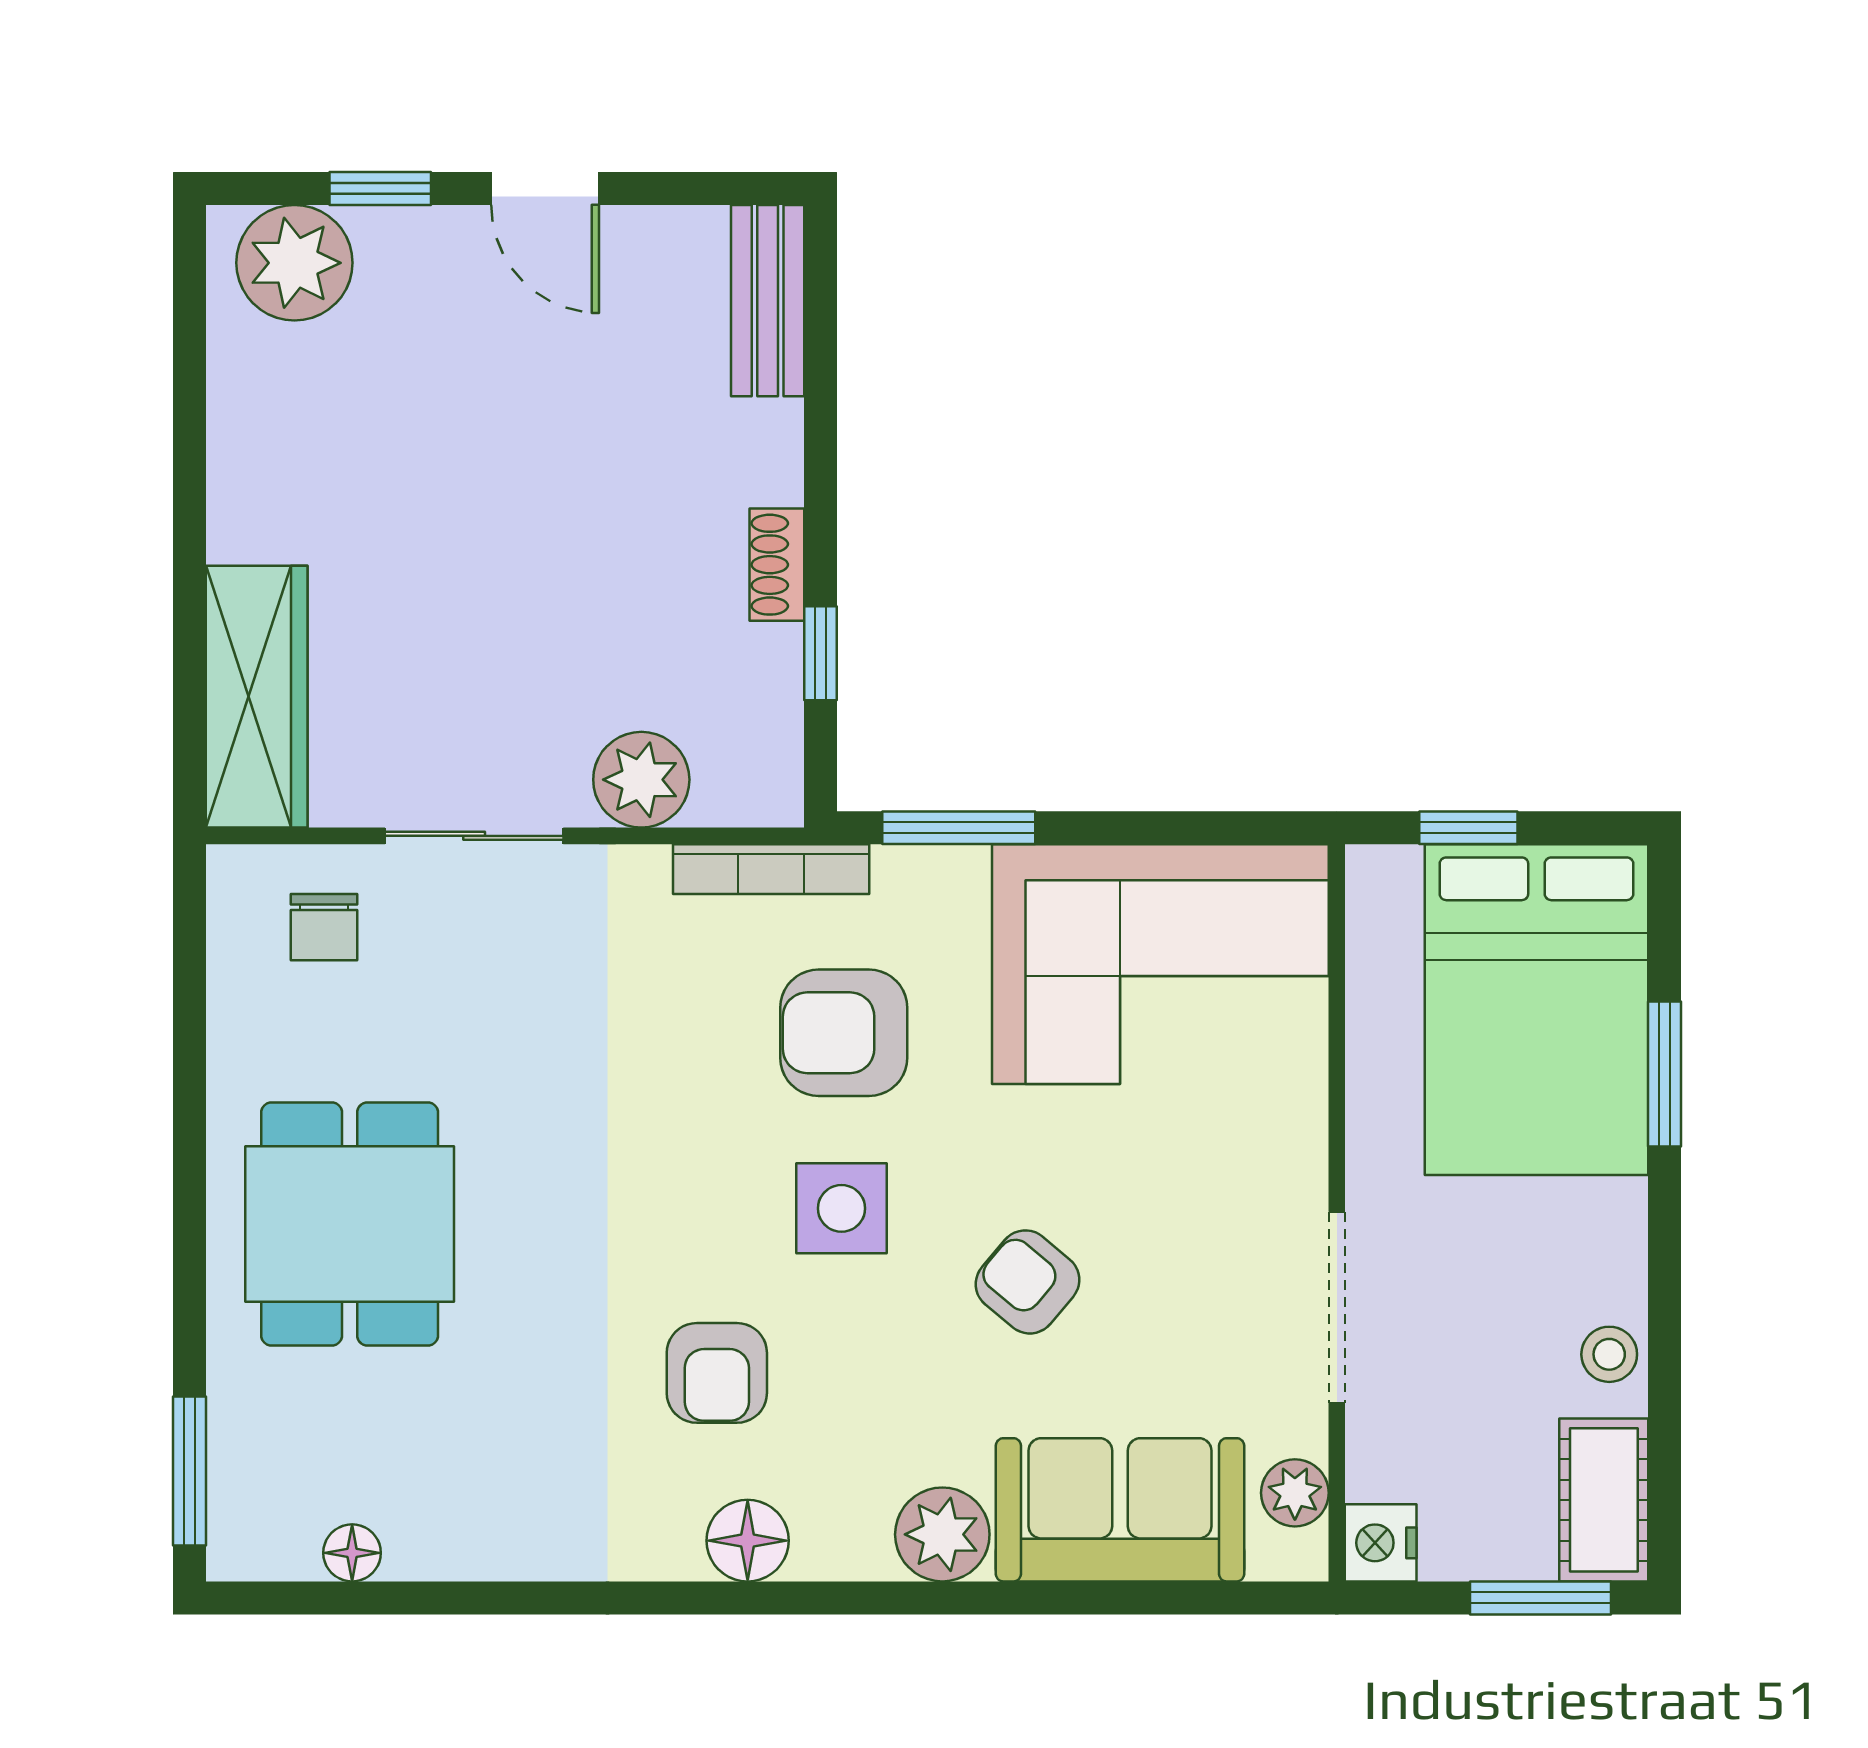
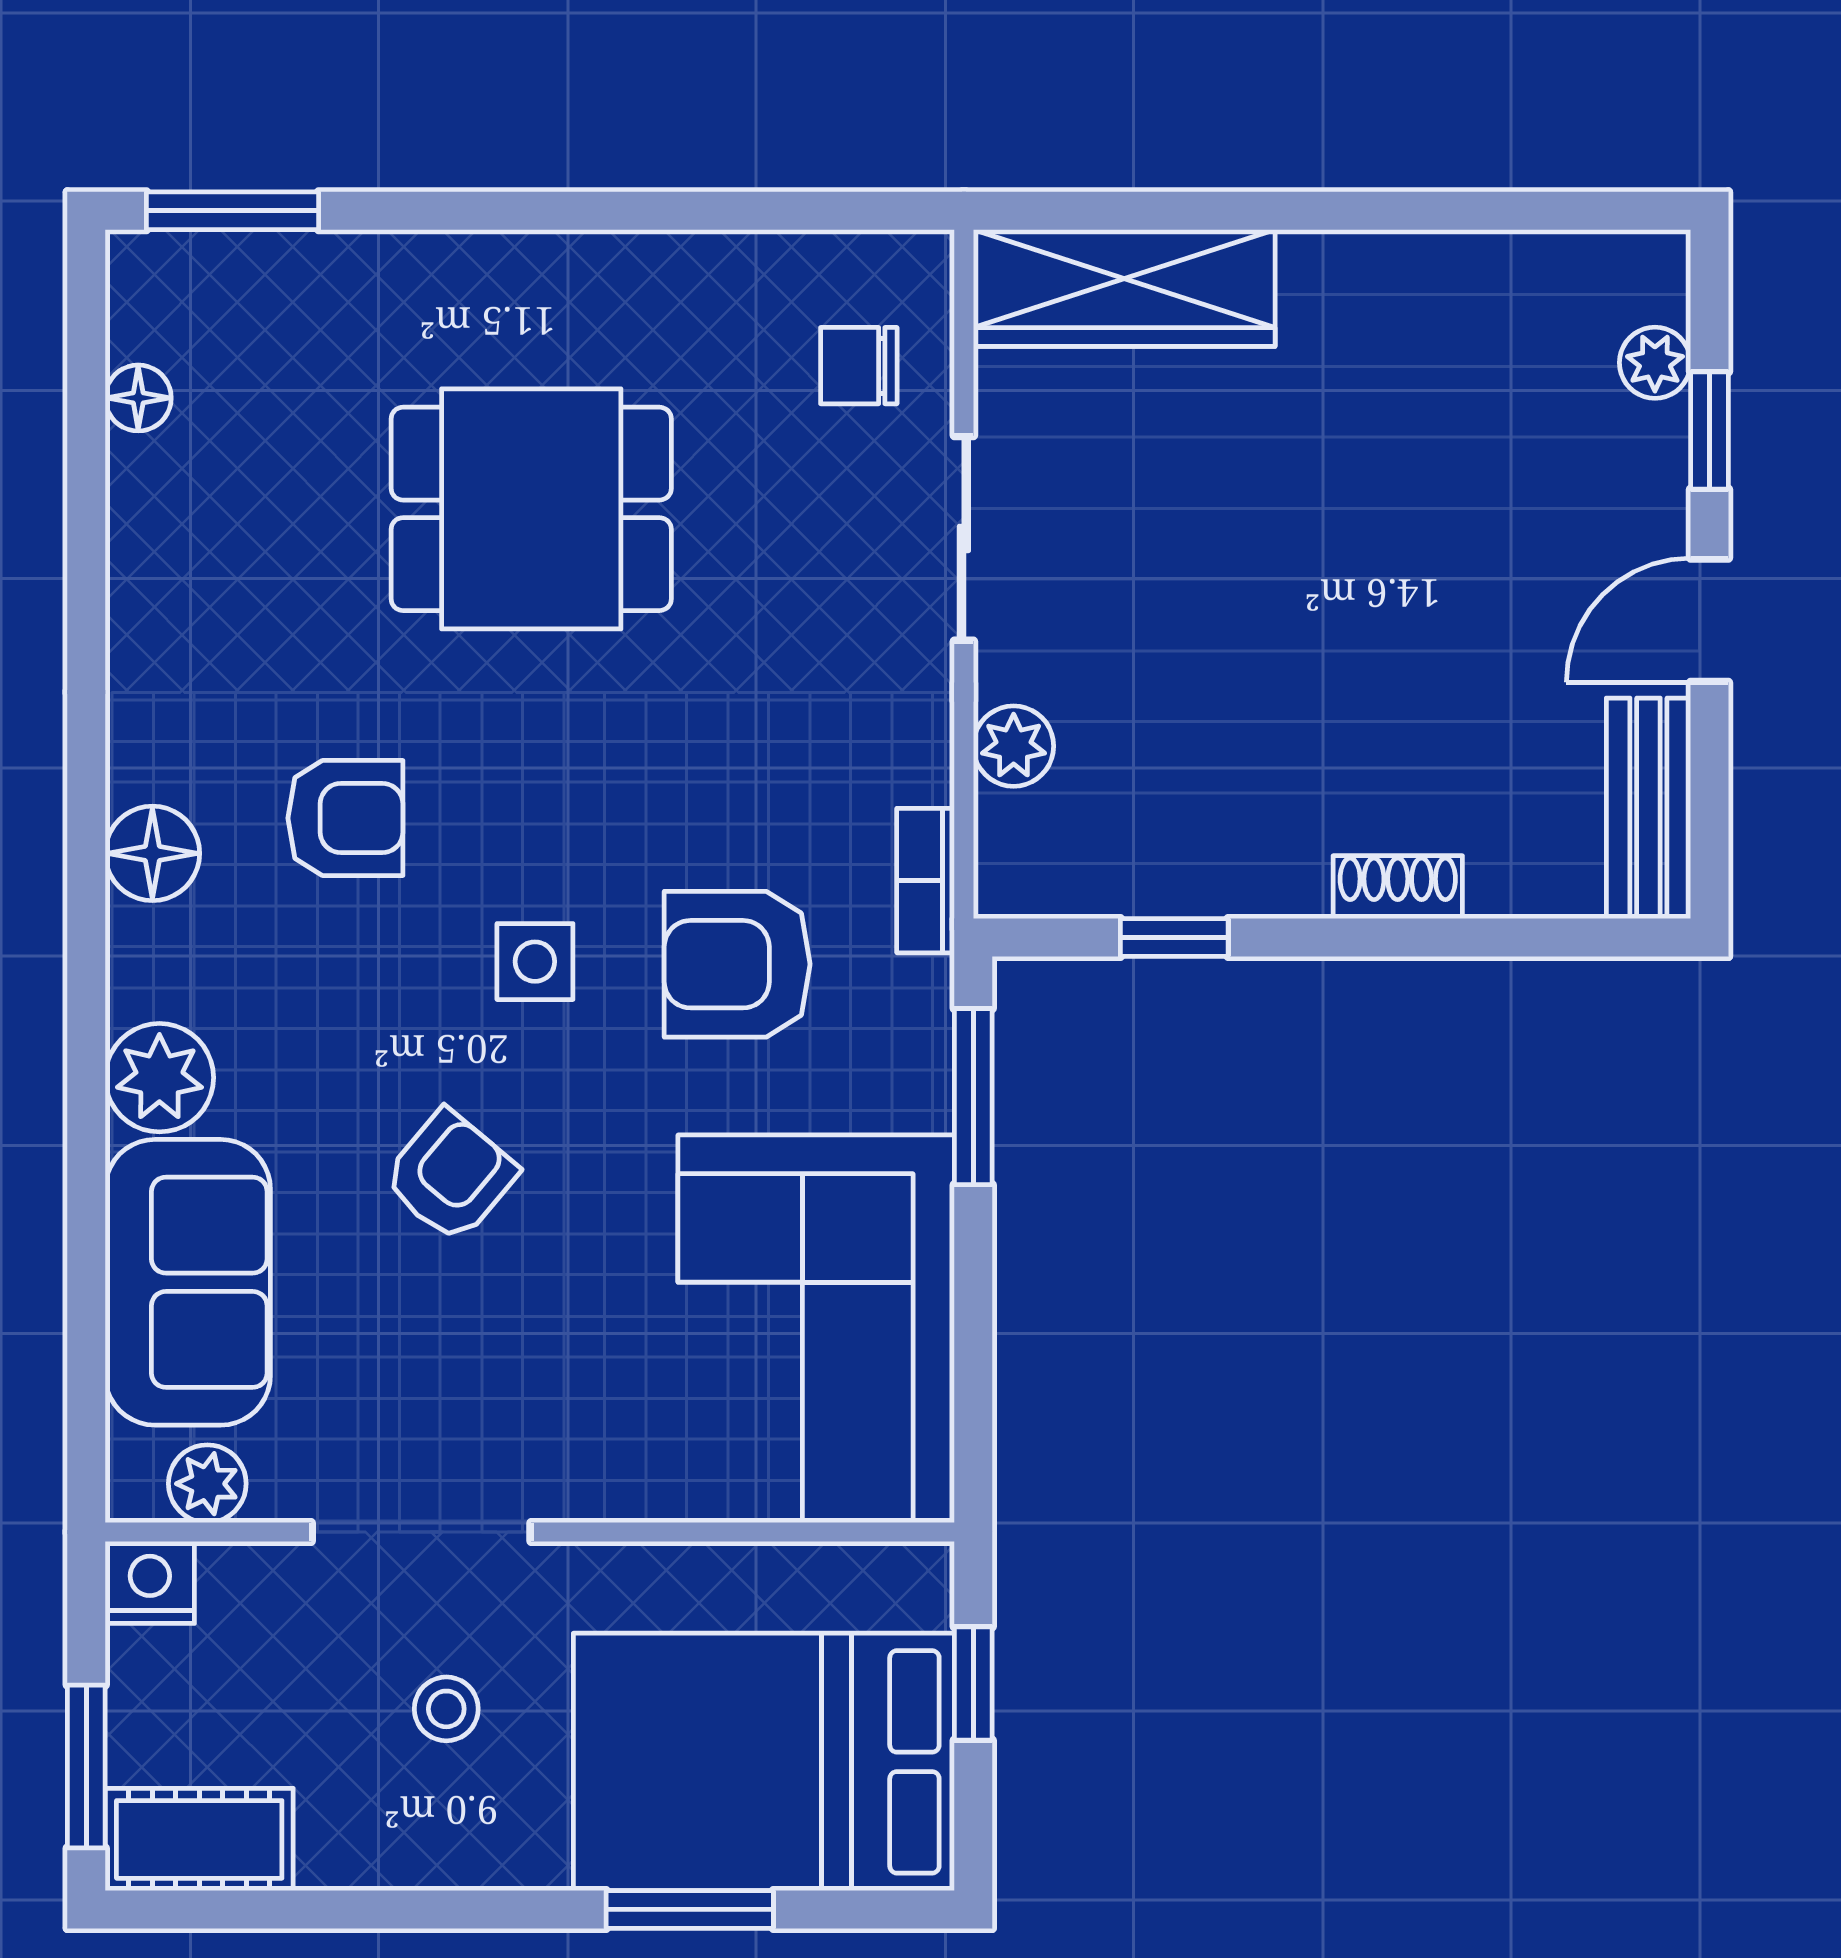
plant: (294, 263) -> (1655, 363), width x0.53, depth x0.53
bench: (768, 301) -> (1648, 808), moved, turned 90
shoe rack: (777, 565) -> (1398, 887), moved
plant: (641, 780) -> (1014, 746), width x0.73, depth x0.73
bookcase: (771, 869) -> (926, 881), width x0.64
armchair: (844, 1033) -> (737, 964), turned -90
side table: (841, 1208) -> (535, 962), width x0.73, depth x0.73
dining table: (350, 1224) -> (531, 509), moved
stool: (1609, 1354) -> (446, 1709), moved
armchair: (717, 1373) -> (345, 818), turned 180

